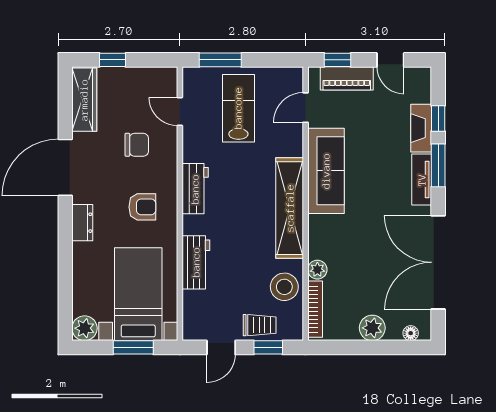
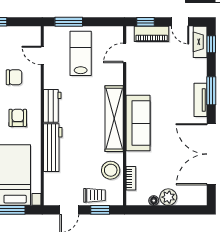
window: (438, 118) -> (211, 44), moved
fireplace: (421, 128) -> (200, 42), moved
sofa: (326, 171) -> (138, 123), moved
armchair: (142, 207) -> (18, 118), turned -90
workbench: (196, 262) -> (53, 148), width x1.37
plant: (317, 270) -> (132, 159), removed
bookcase: (315, 309) -> (131, 178), width x0.64
floor lamp: (411, 333) -> (154, 201), moved

